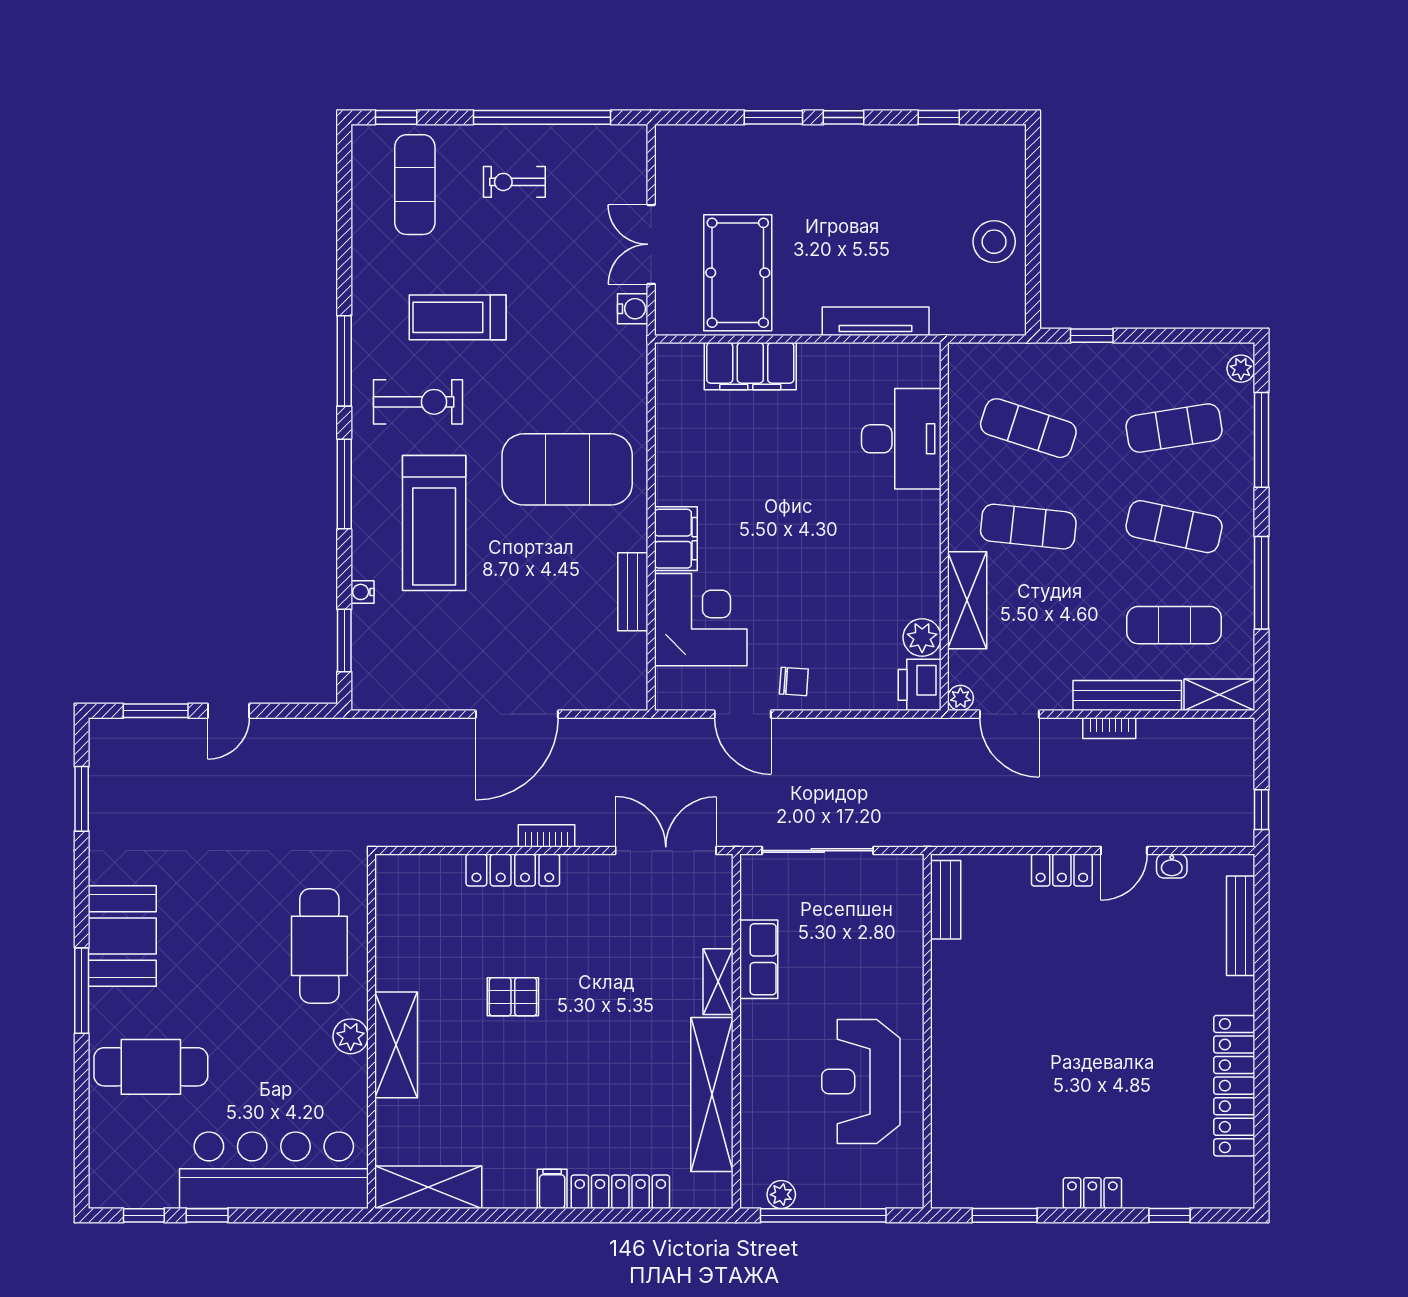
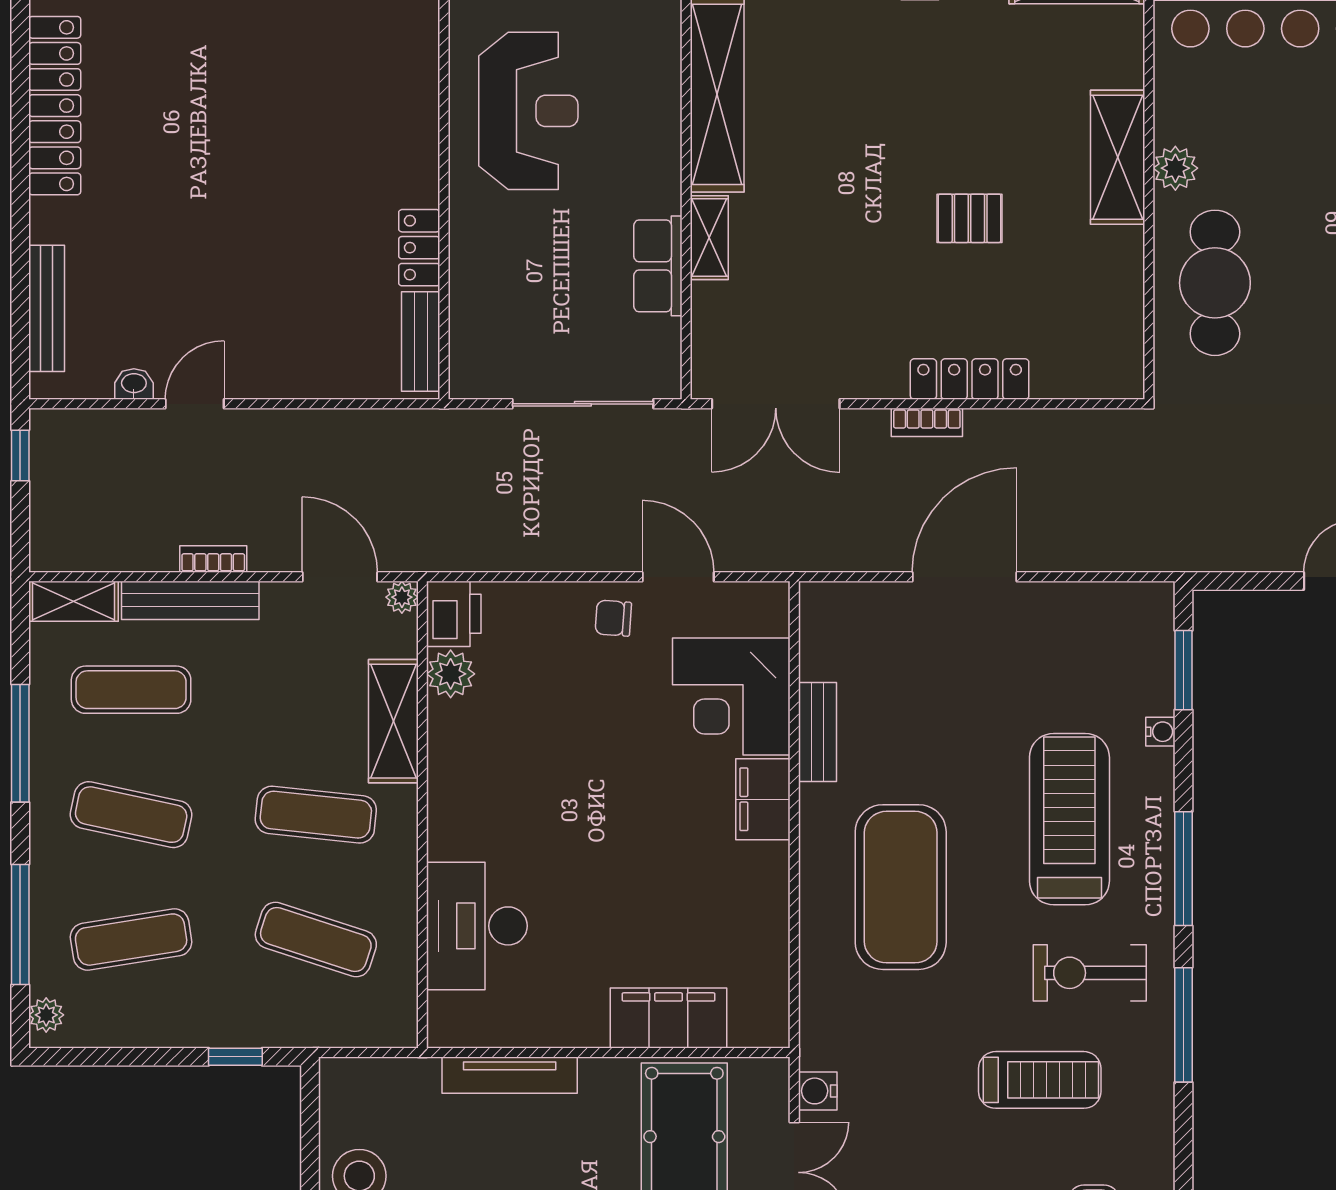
exercise mat: (567, 469) -> (901, 887), turned 90
locker: (1062, 870) -> (419, 248), moved, turned -90

